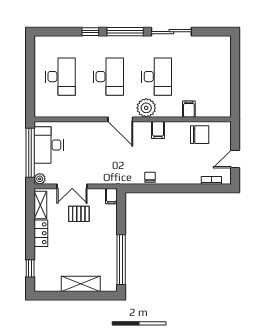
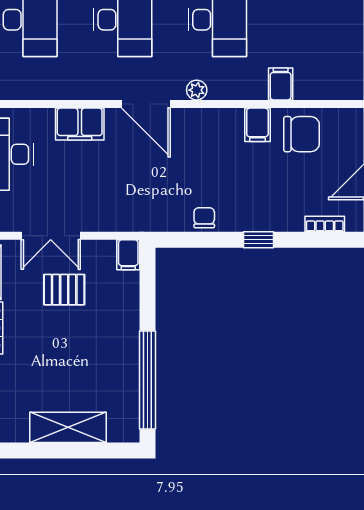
plant: (146, 108) -> (197, 90), width x0.53, depth x0.53
filing cabinet: (87, 130) -> (80, 124), added
filing cabinet: (158, 130) -> (257, 125), moved
window: (178, 188) -> (259, 240), added

